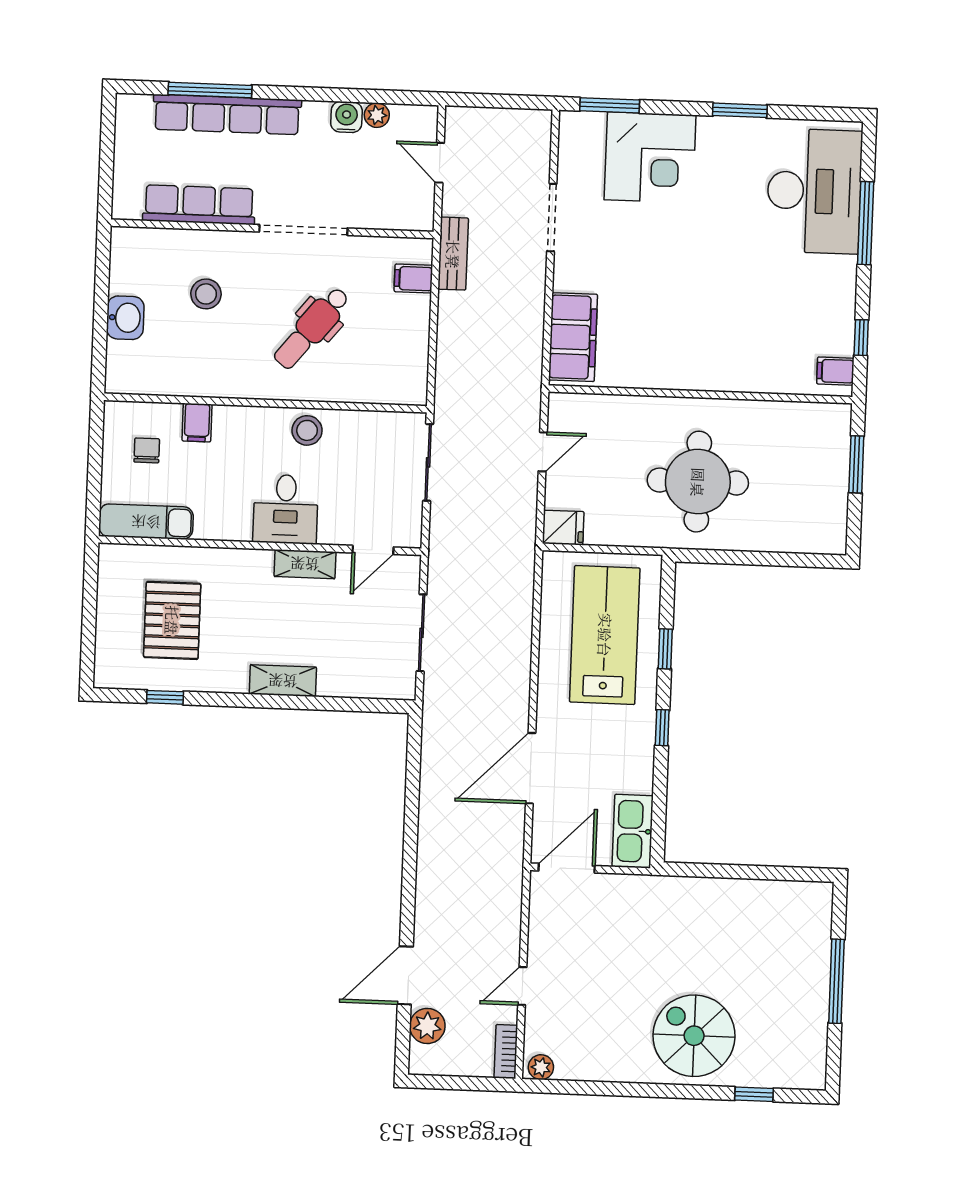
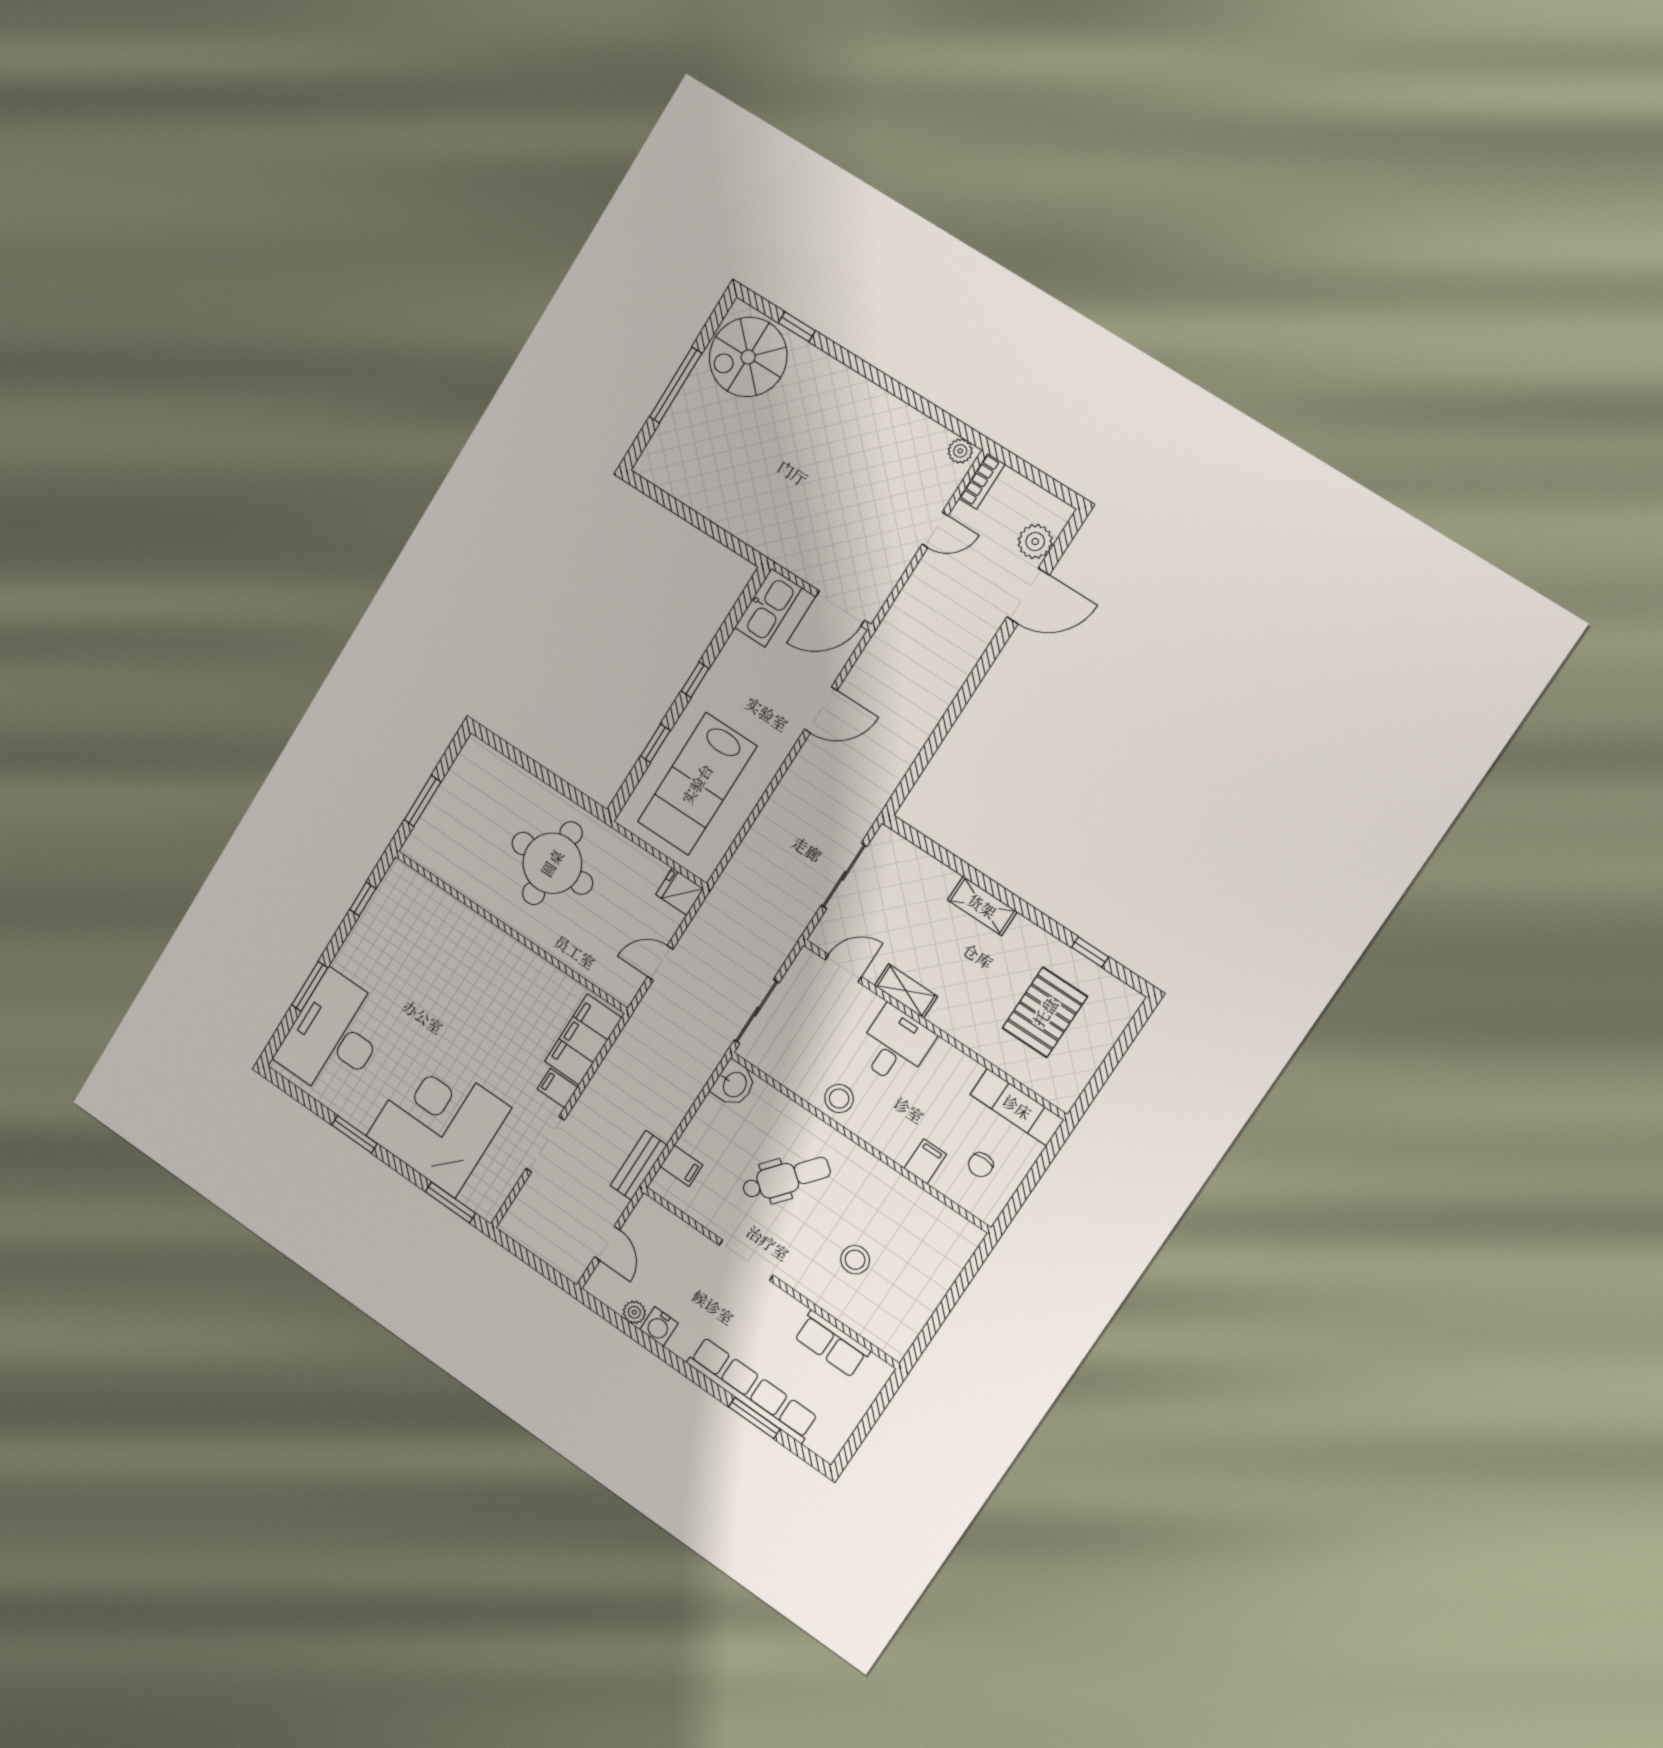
window: (210, 90) -> (754, 1418), width x0.69
corner desk: (650, 157) -> (439, 1122), width x1.36, depth x1.36
row of seats: (199, 205) -> (832, 1344), width x0.68
window: (866, 223) -> (310, 986), width x0.69
doorway: (303, 230) -> (746, 1260), width x0.73
washbasin: (125, 318) -> (734, 1084), moved, turned 180
filing cabinet: (835, 371) -> (558, 1088), moved, turned 180
door: (531, 768) -> (821, 710), width x0.73
spiral stairs: (694, 1036) -> (748, 357), moved, turned 90

